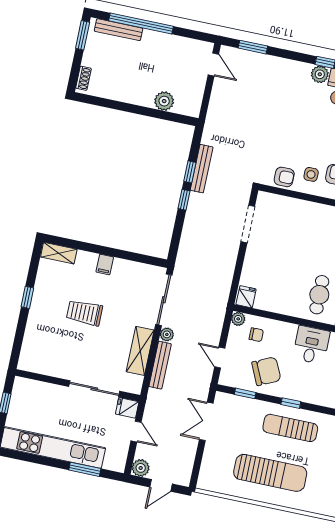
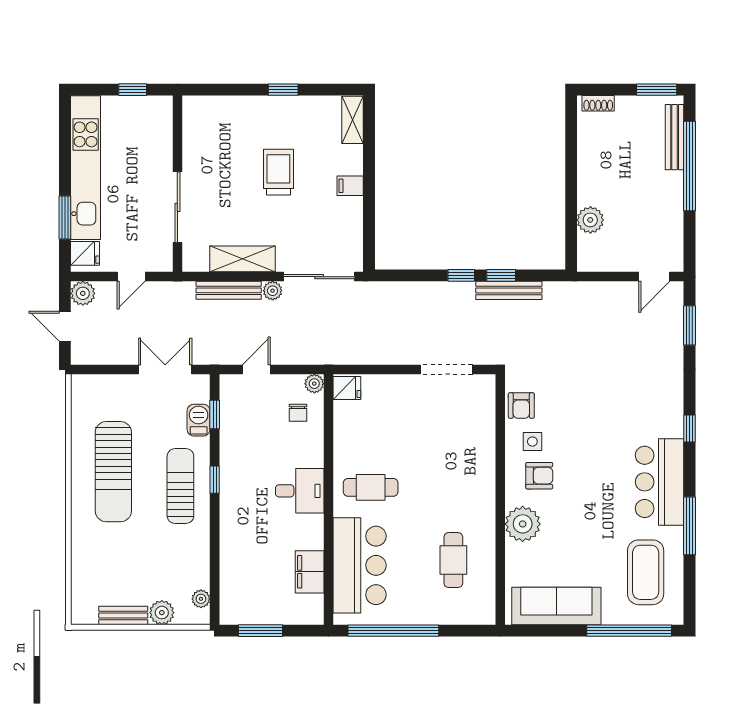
plant: (320, 74) -> (672, 425), removed
chair: (266, 371) -> (251, 437), removed
barbecue: (247, 405) -> (199, 420), added
fridge: (127, 408) -> (85, 253), moved, turned 90

